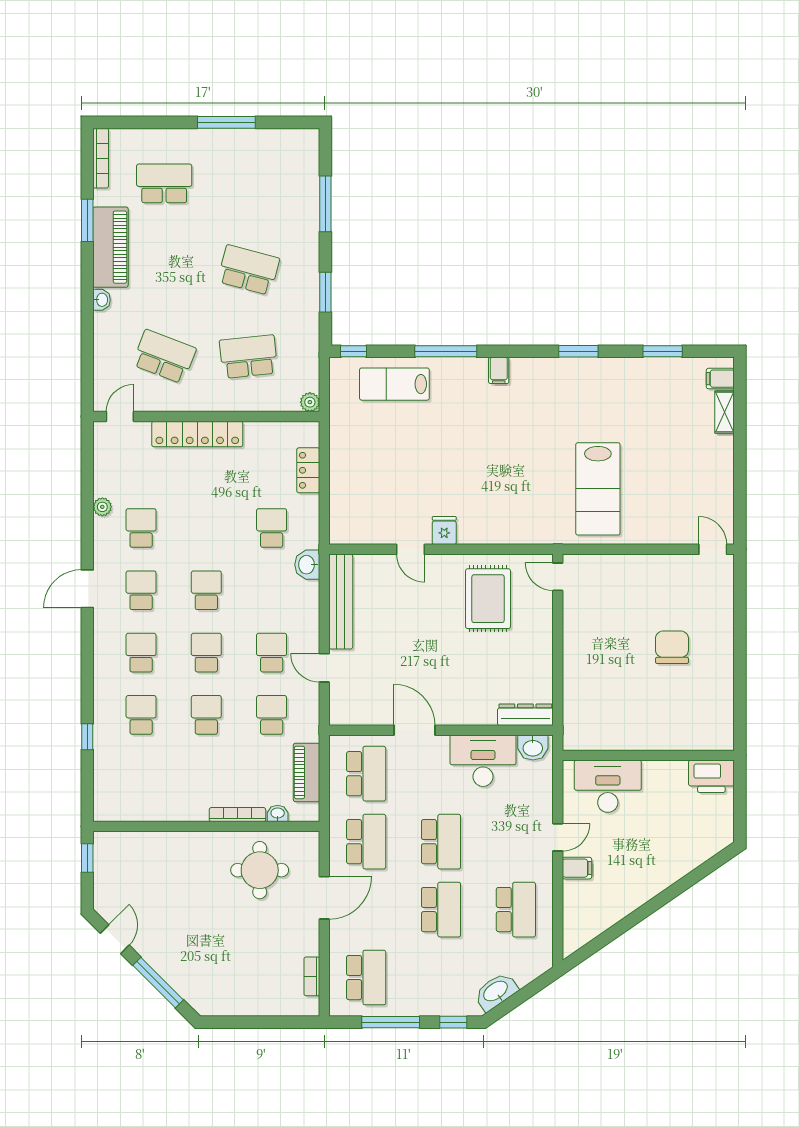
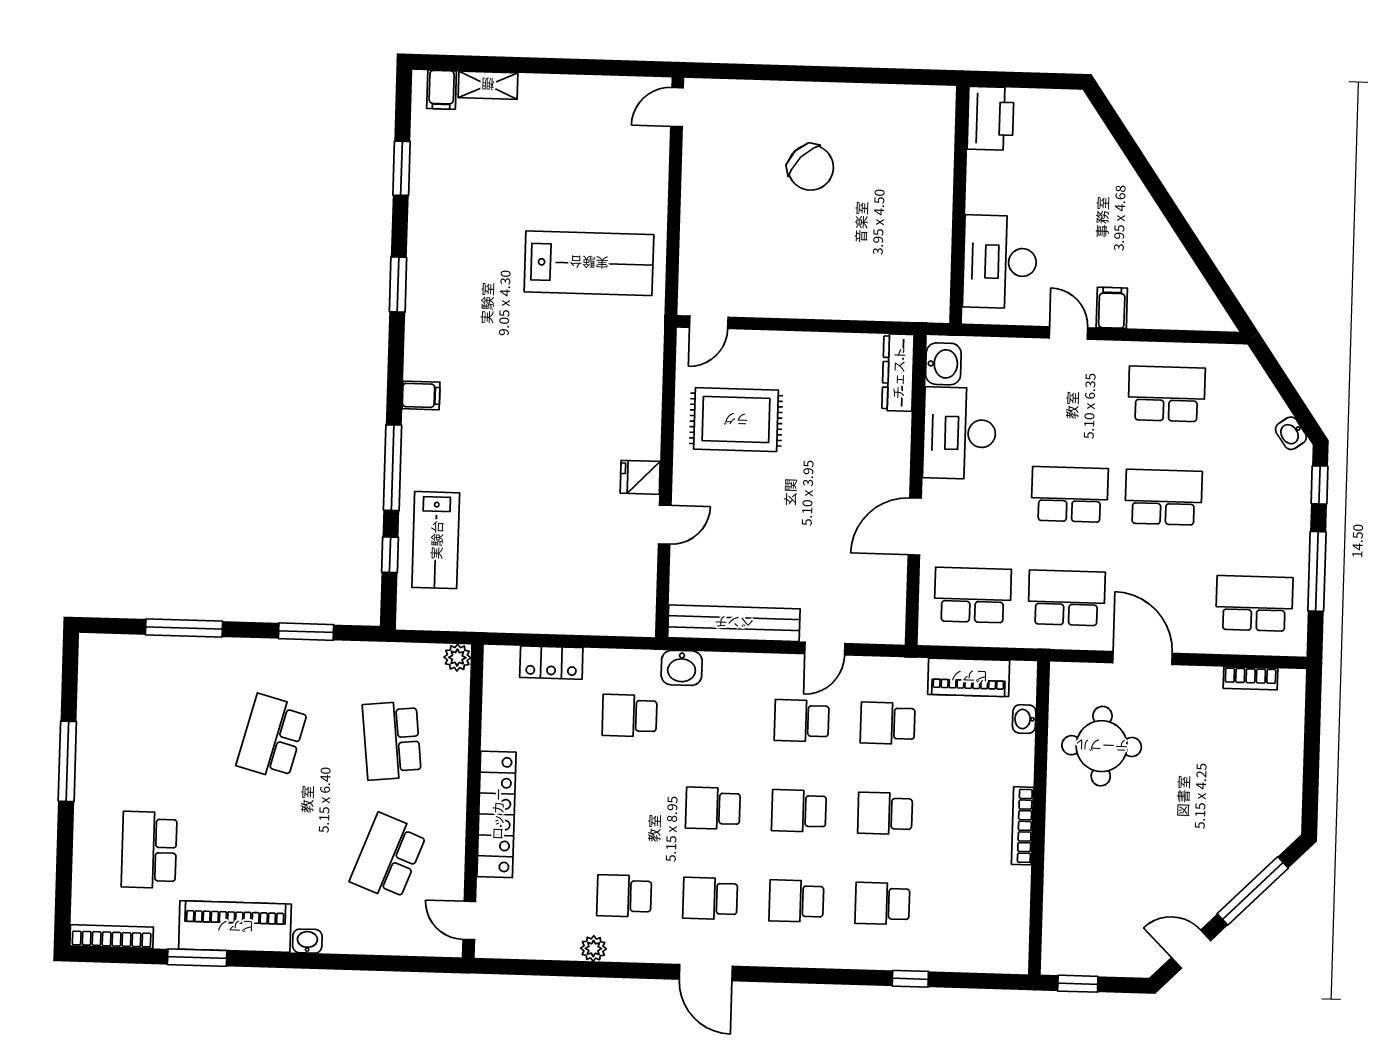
window: (354, 351) -> (390, 555), moved
chair: (672, 647) -> (811, 167), turned -136
bookcase: (237, 815) -> (1022, 826), moved
washbasin: (496, 992) -> (1291, 433), width x0.52, depth x0.69

